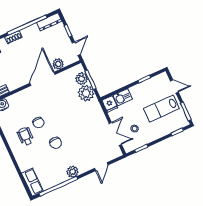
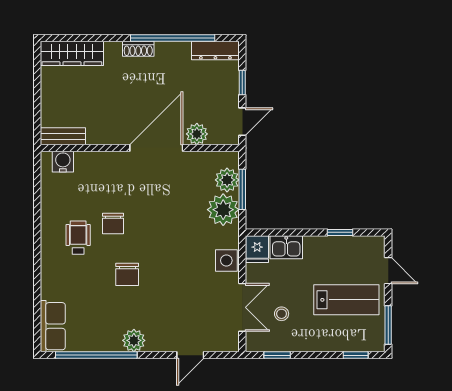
lab bench: (161, 109) -> (346, 300), turned 180
side table: (98, 116) -> (226, 261), added

